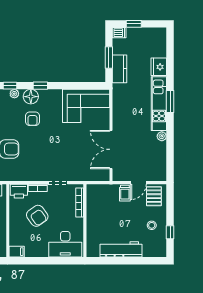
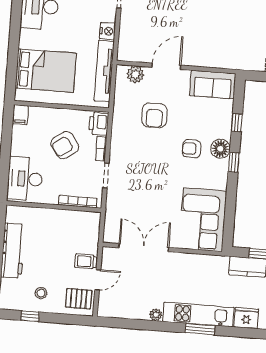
plant: (14, 94) -> (226, 128), removed
door: (138, 183) -> (98, 280), swing flipped

